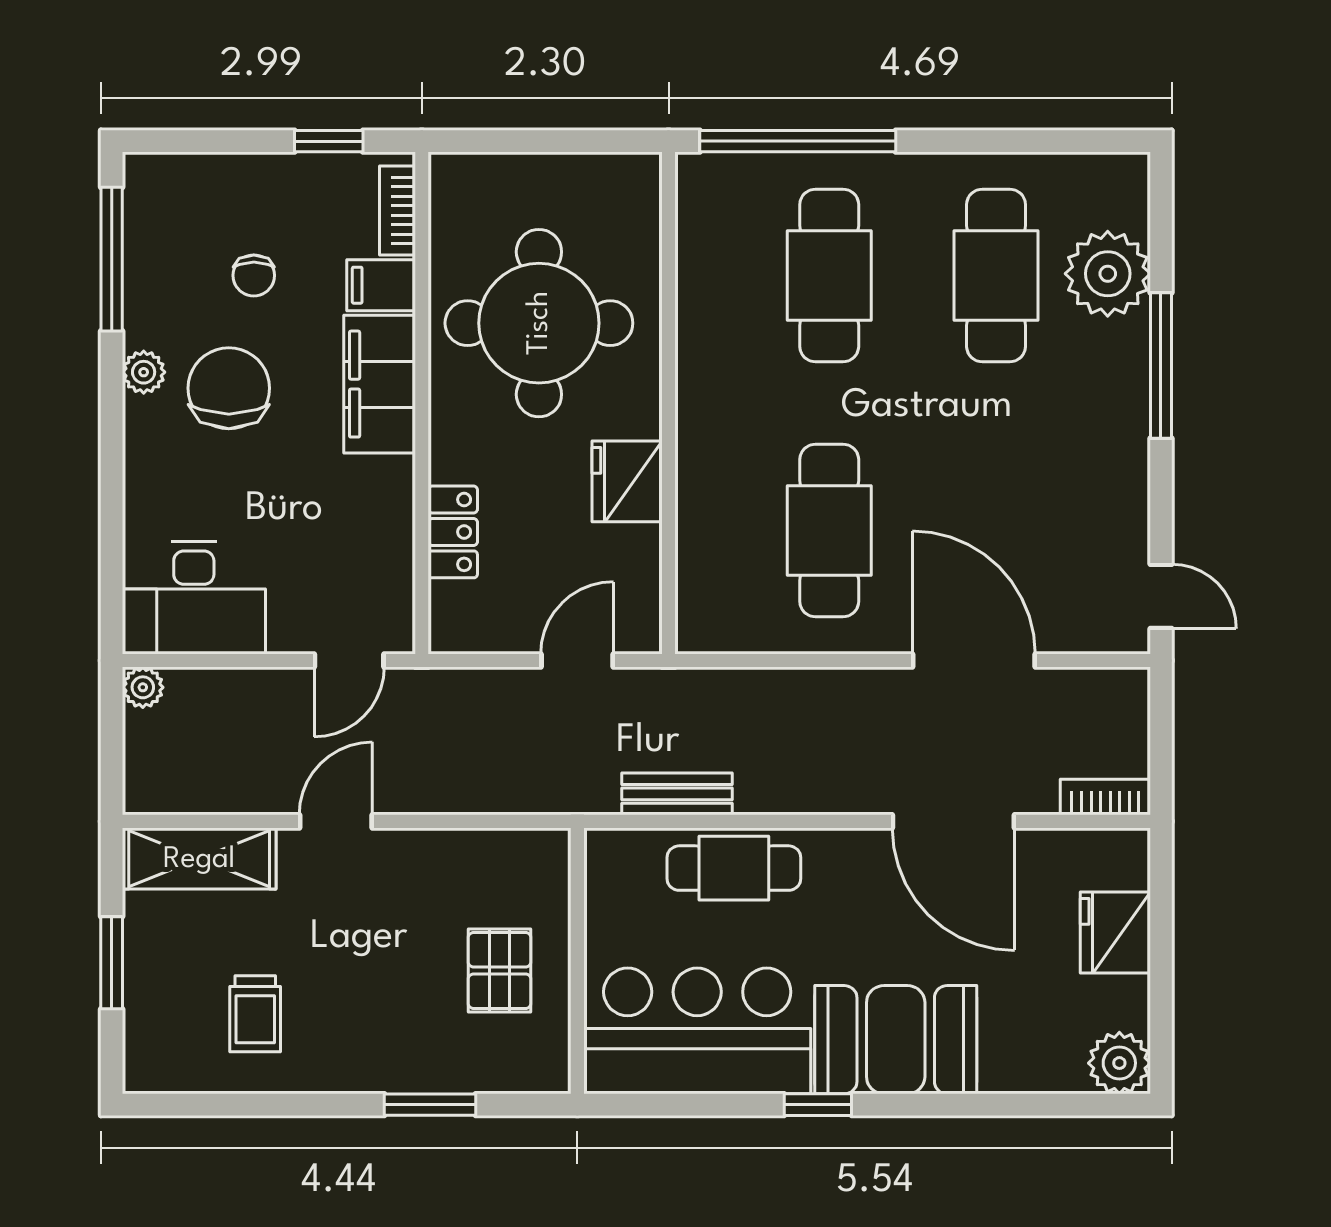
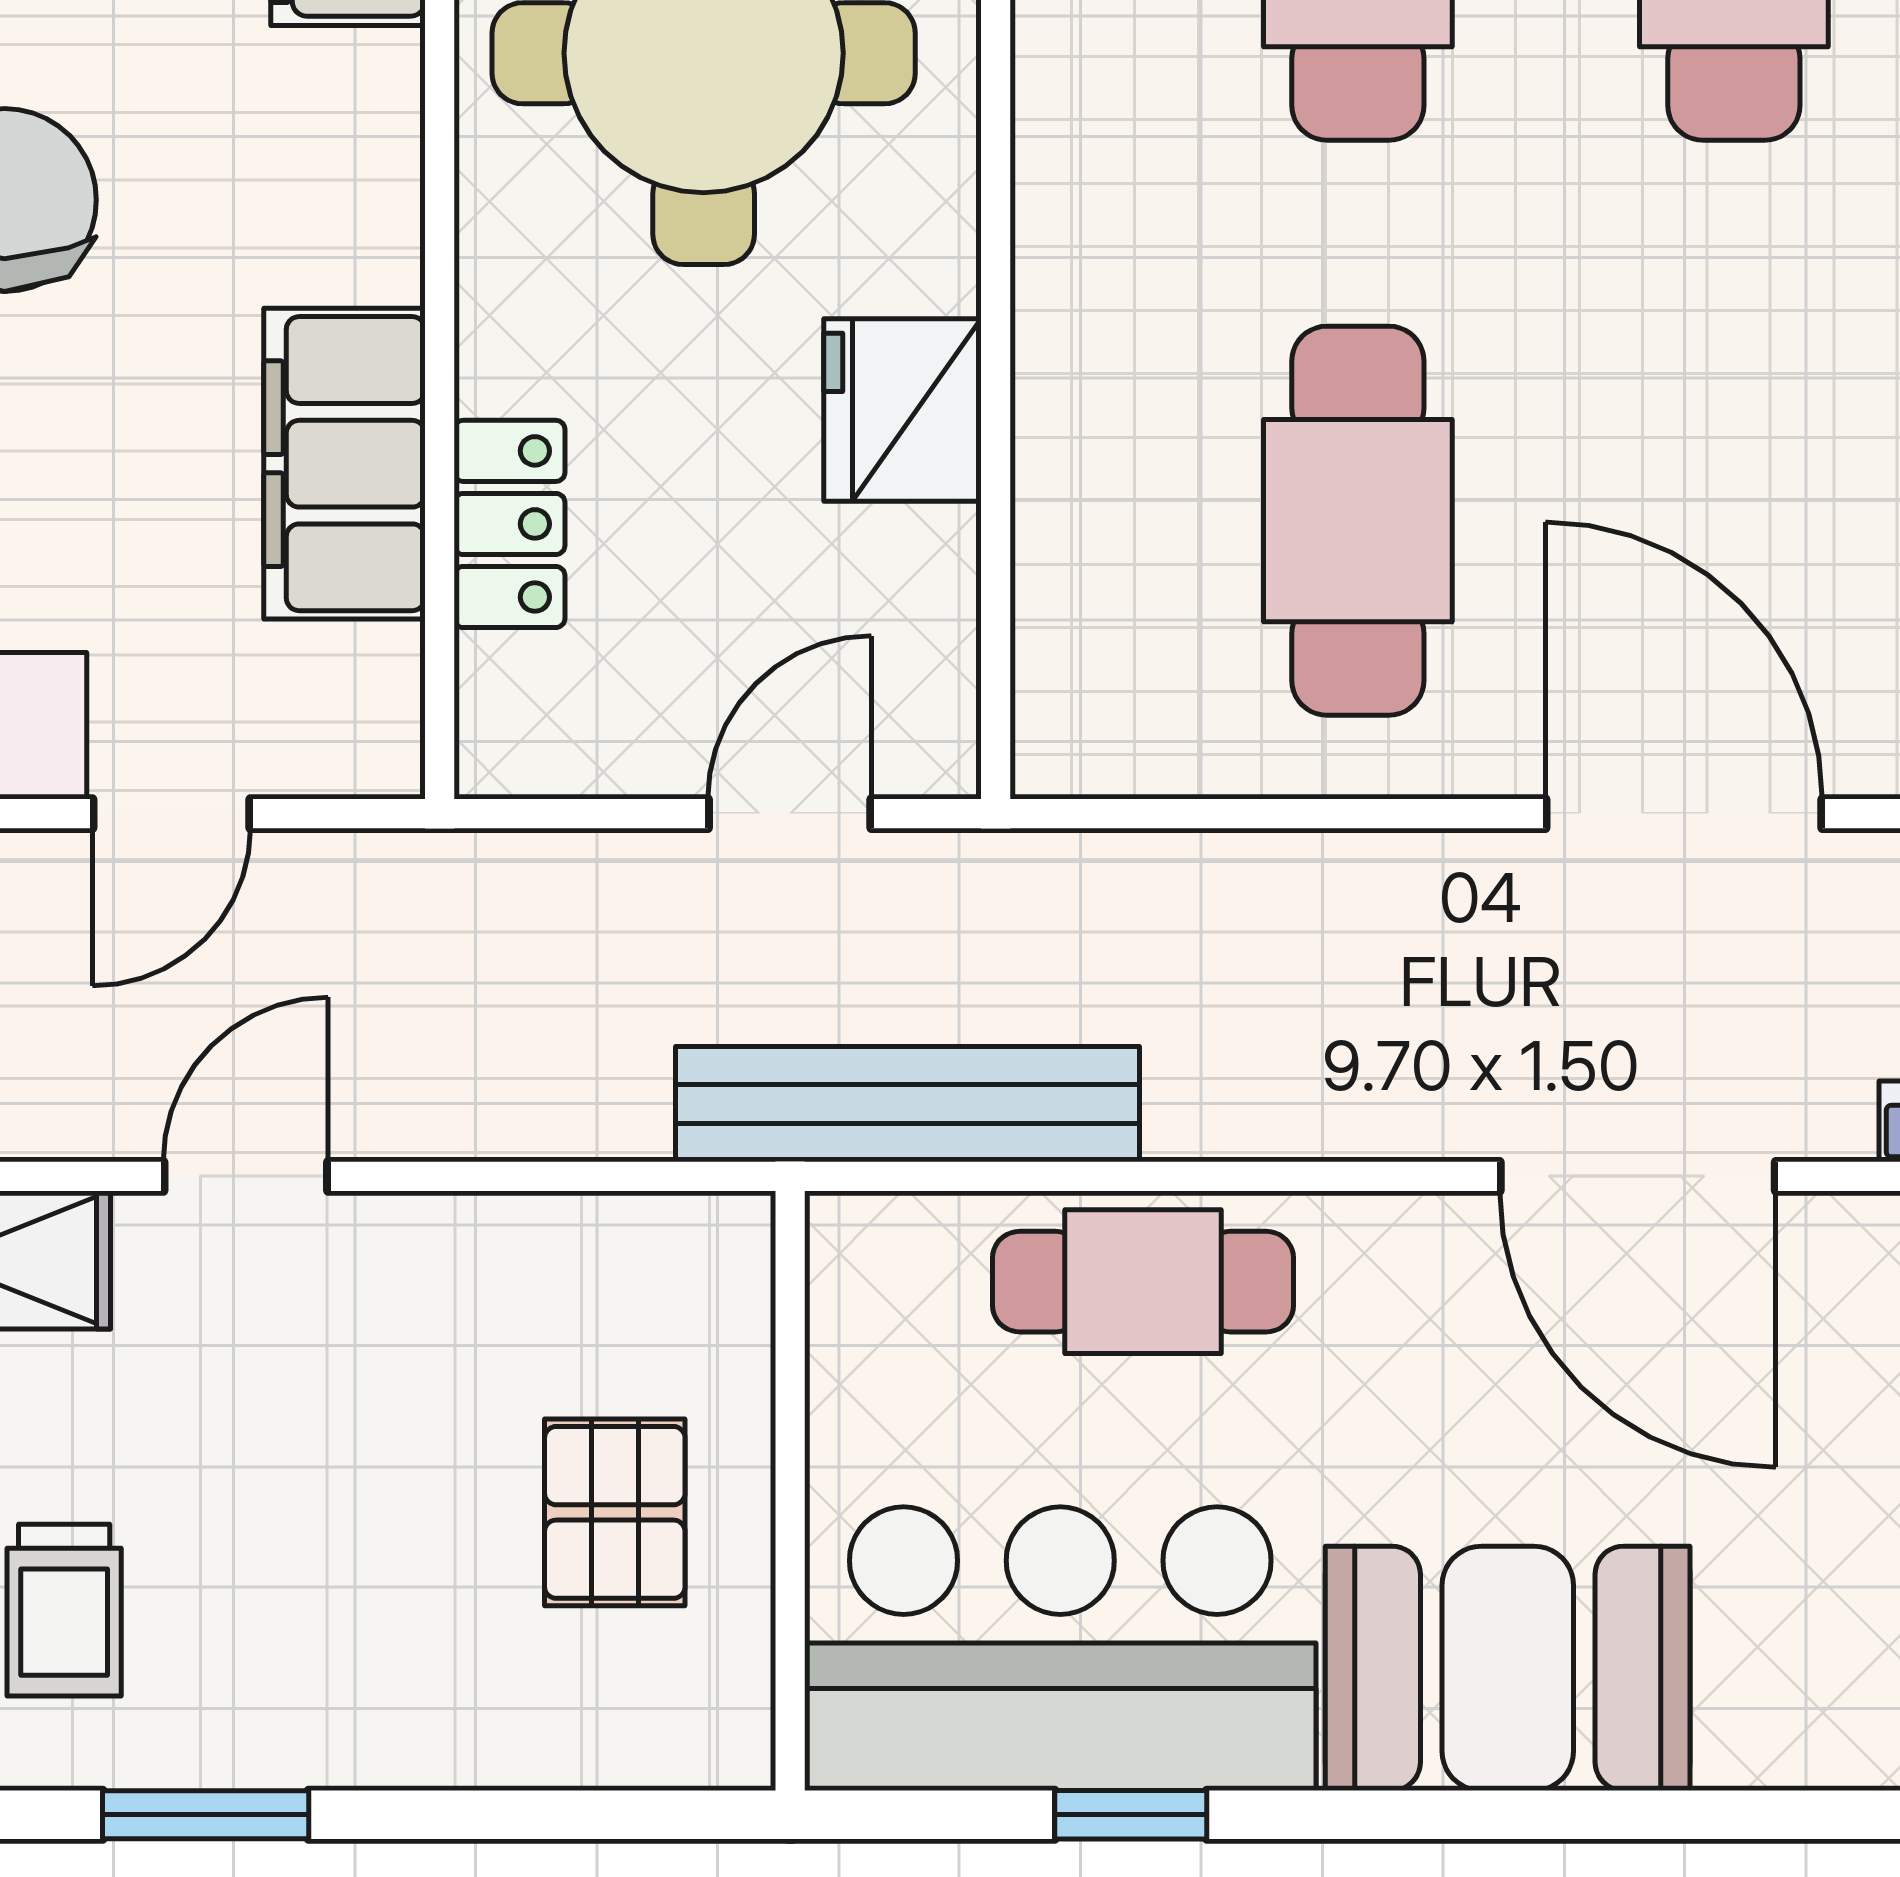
filing cabinet: (380, 384) -> (344, 464), moved
door: (349, 660) -> (171, 814), moved
bench: (677, 794) -> (907, 1104), width x1.86, depth x1.21
window: (430, 1105) -> (206, 1815), moved
window: (818, 1105) -> (1131, 1815), moved

